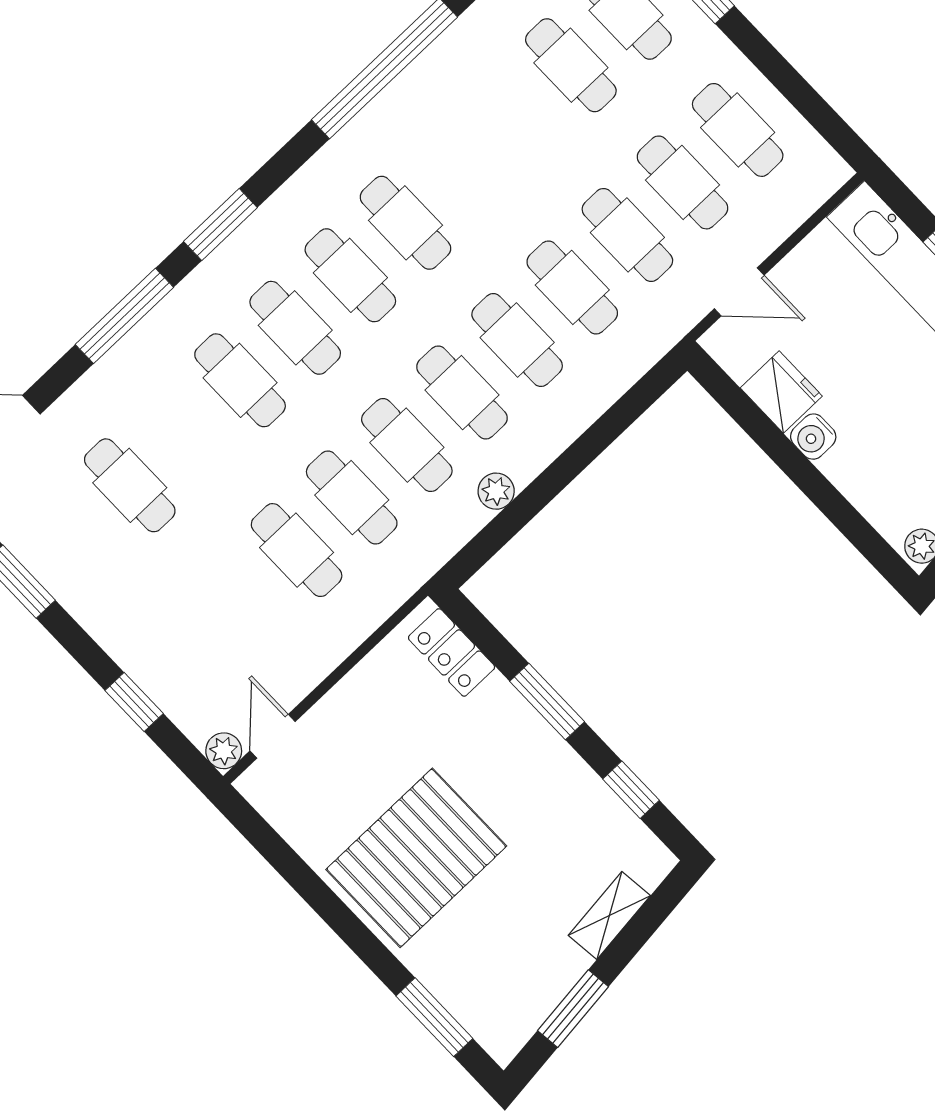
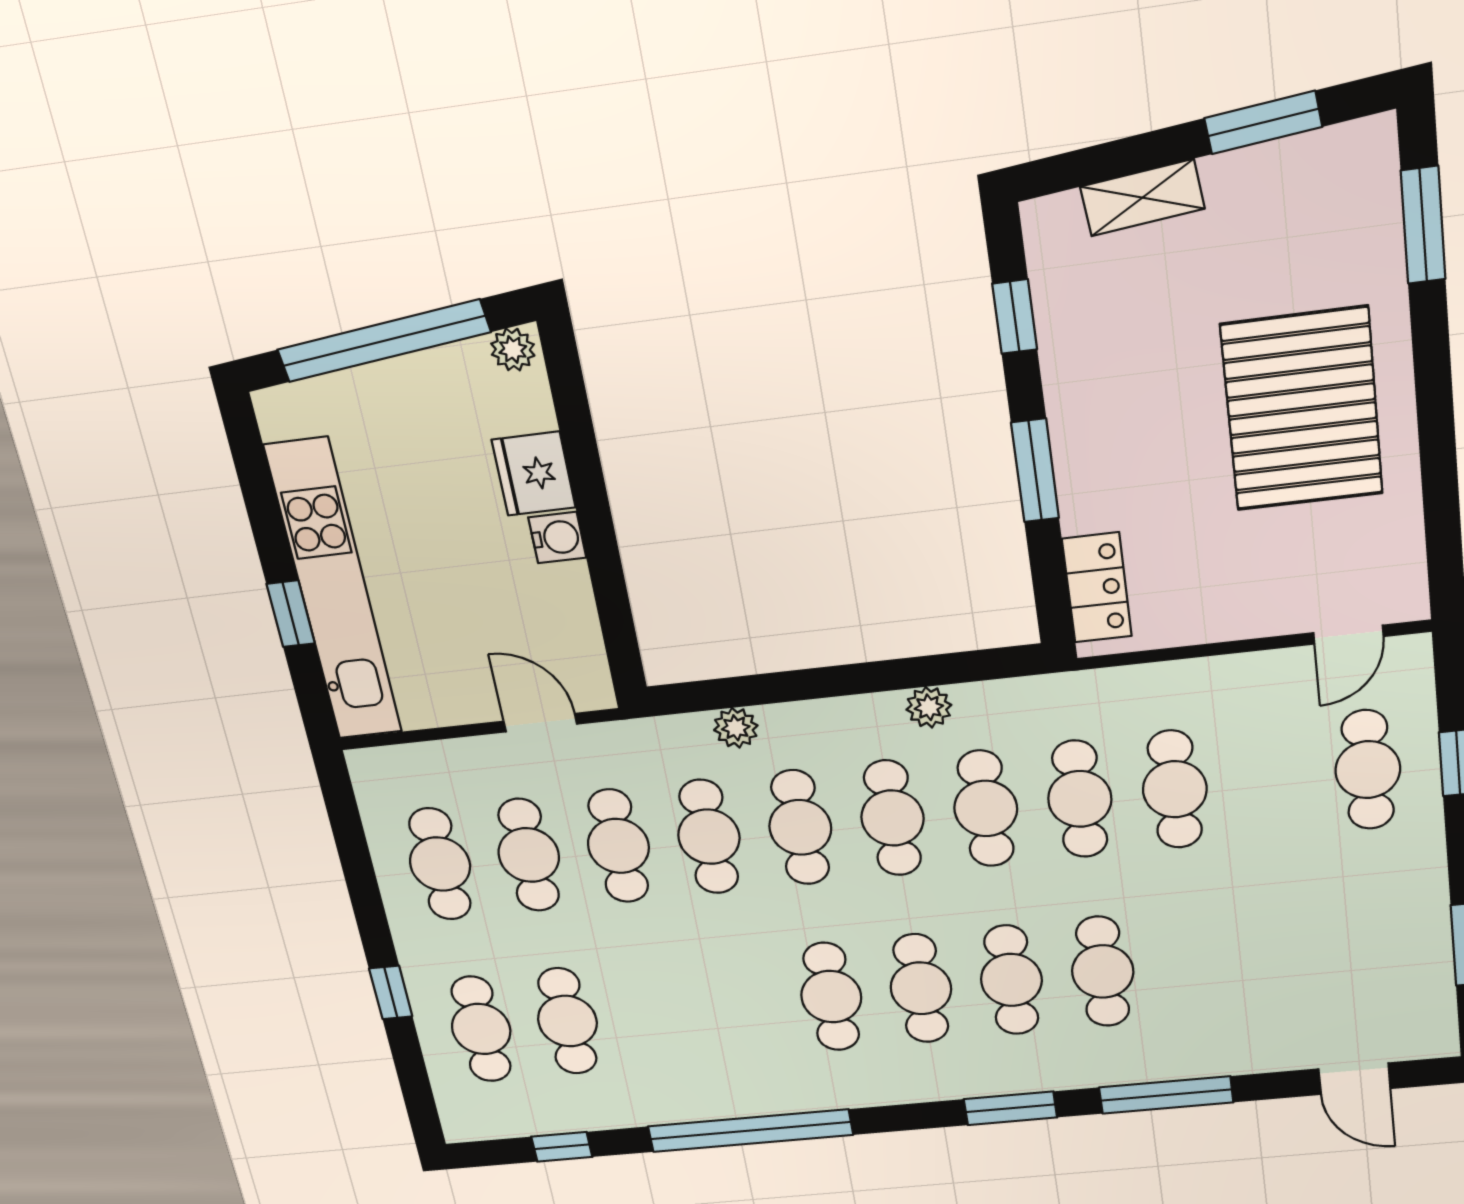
fridge: (781, 392) -> (534, 474), moved
cafe table: (130, 485) -> (1368, 770), moved
plant: (224, 751) -> (736, 728), moved
pallet: (416, 858) -> (1302, 409), turned 90

